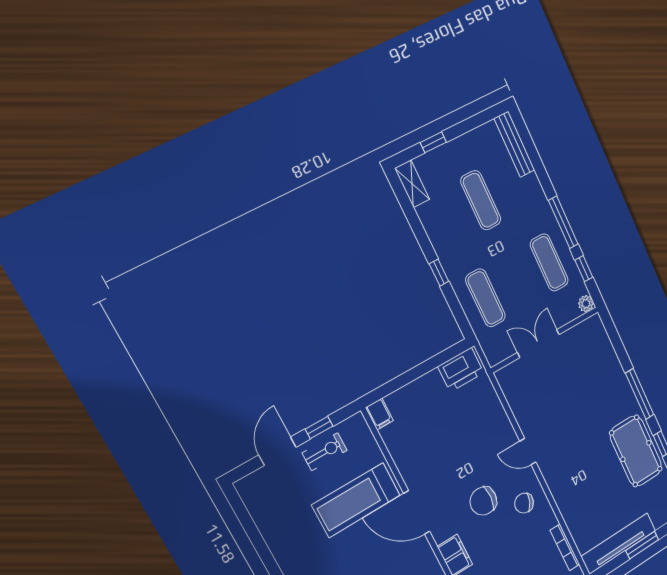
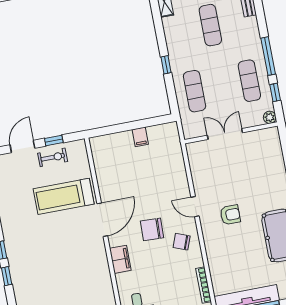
printer: (461, 370) -> (162, 134), removed
filing cabinet: (379, 414) -> (140, 137), moved
armchair: (572, 446) -> (230, 215), added
door: (417, 512) -> (102, 220), swing flipped

